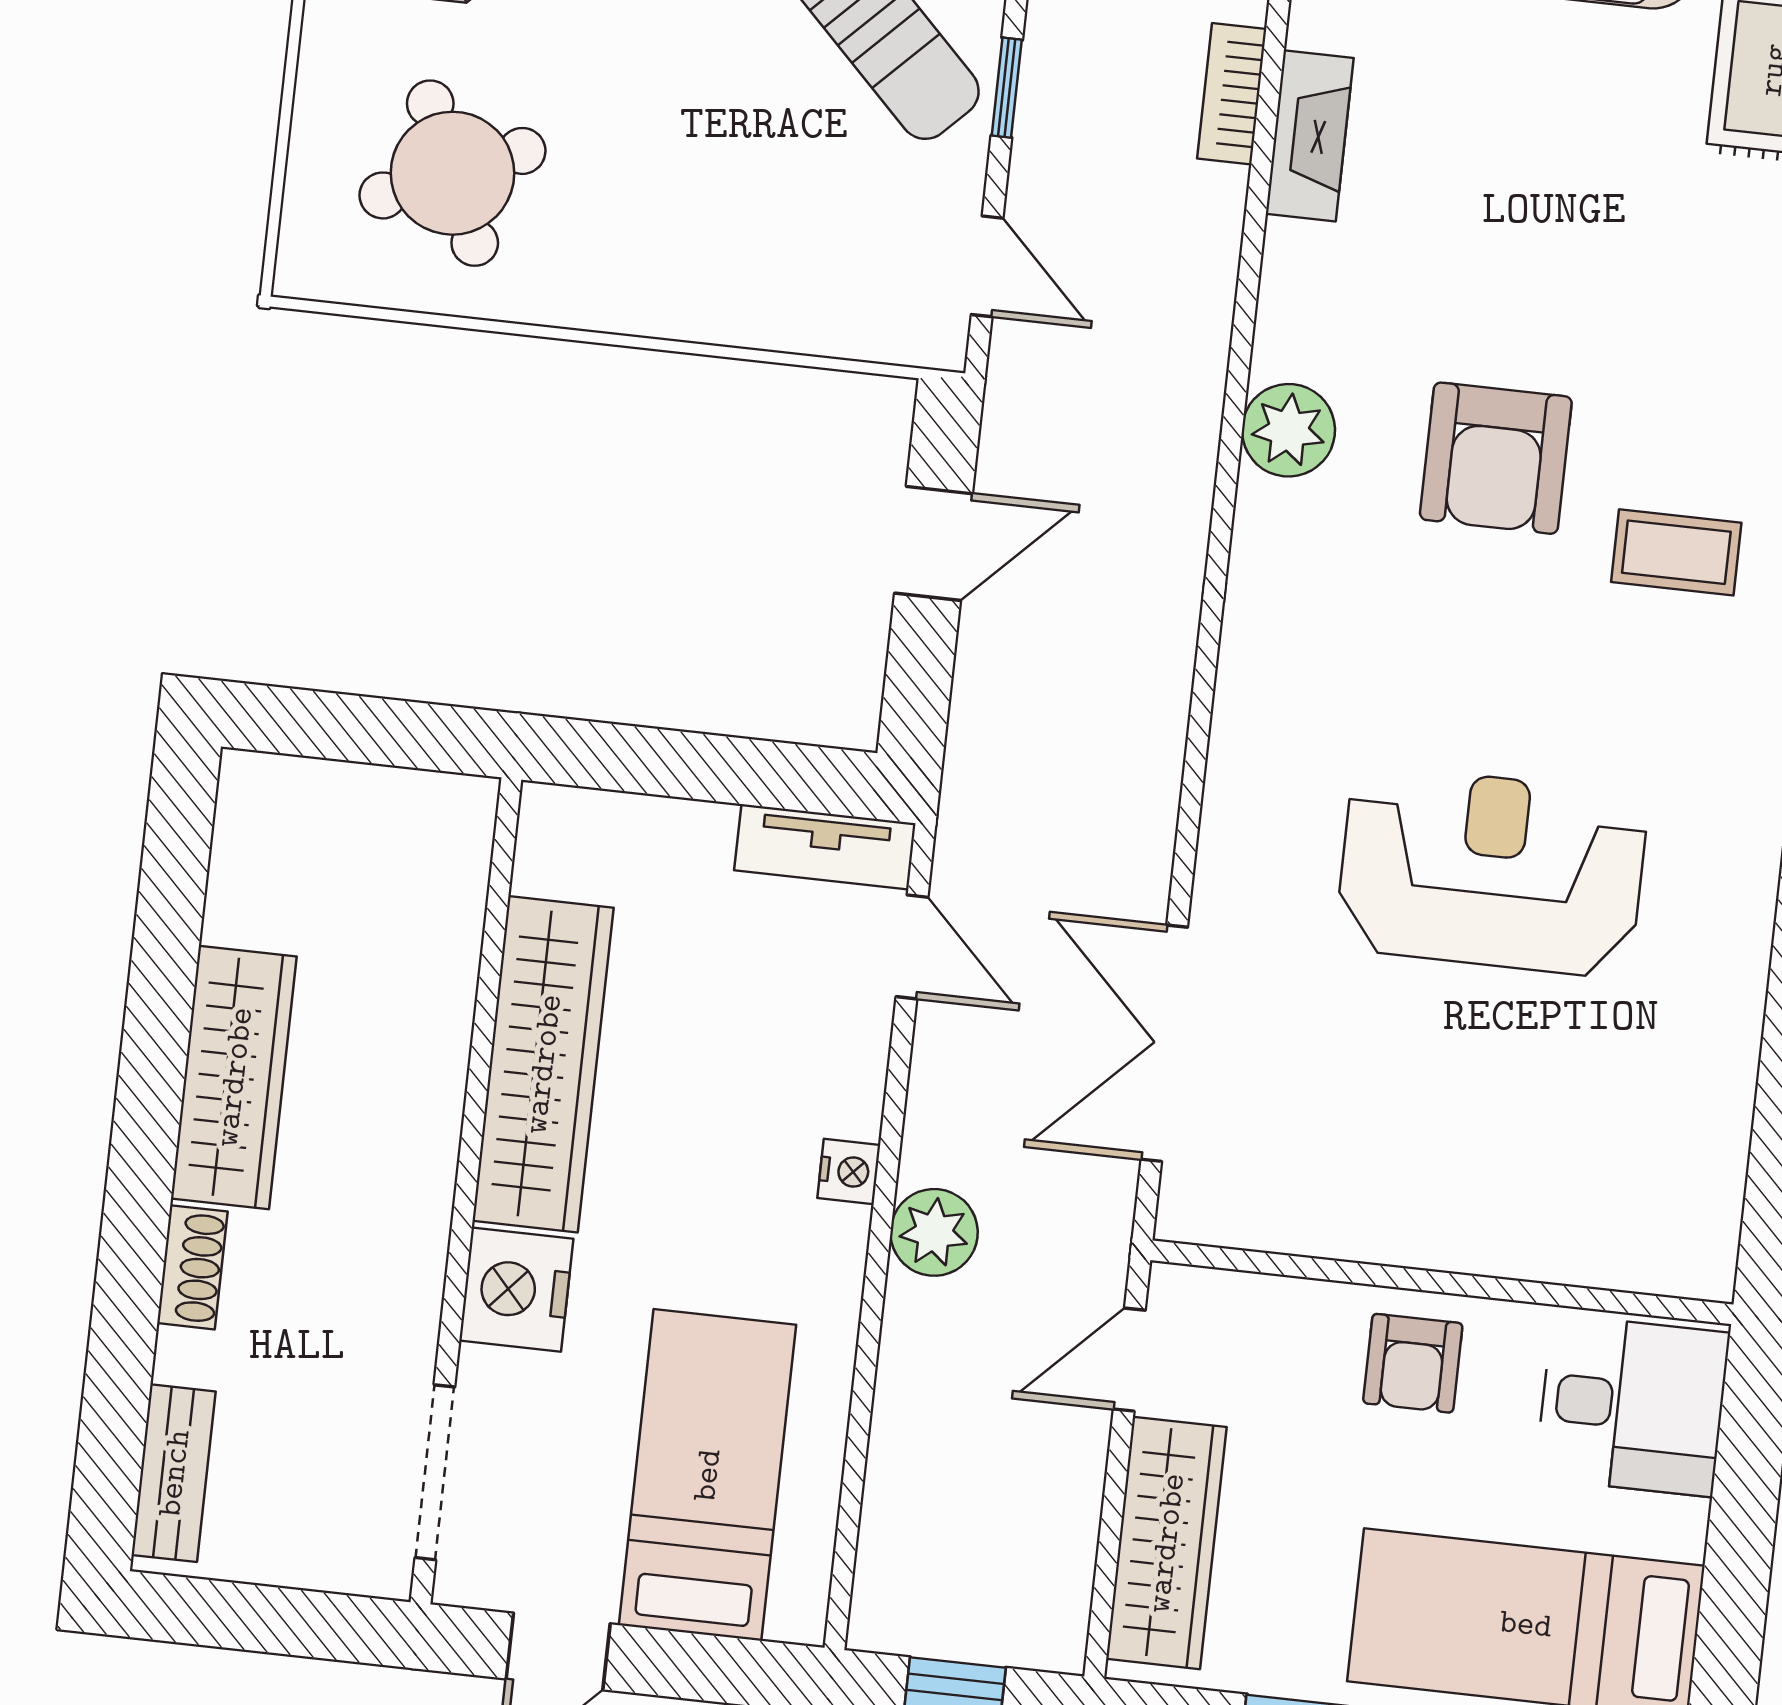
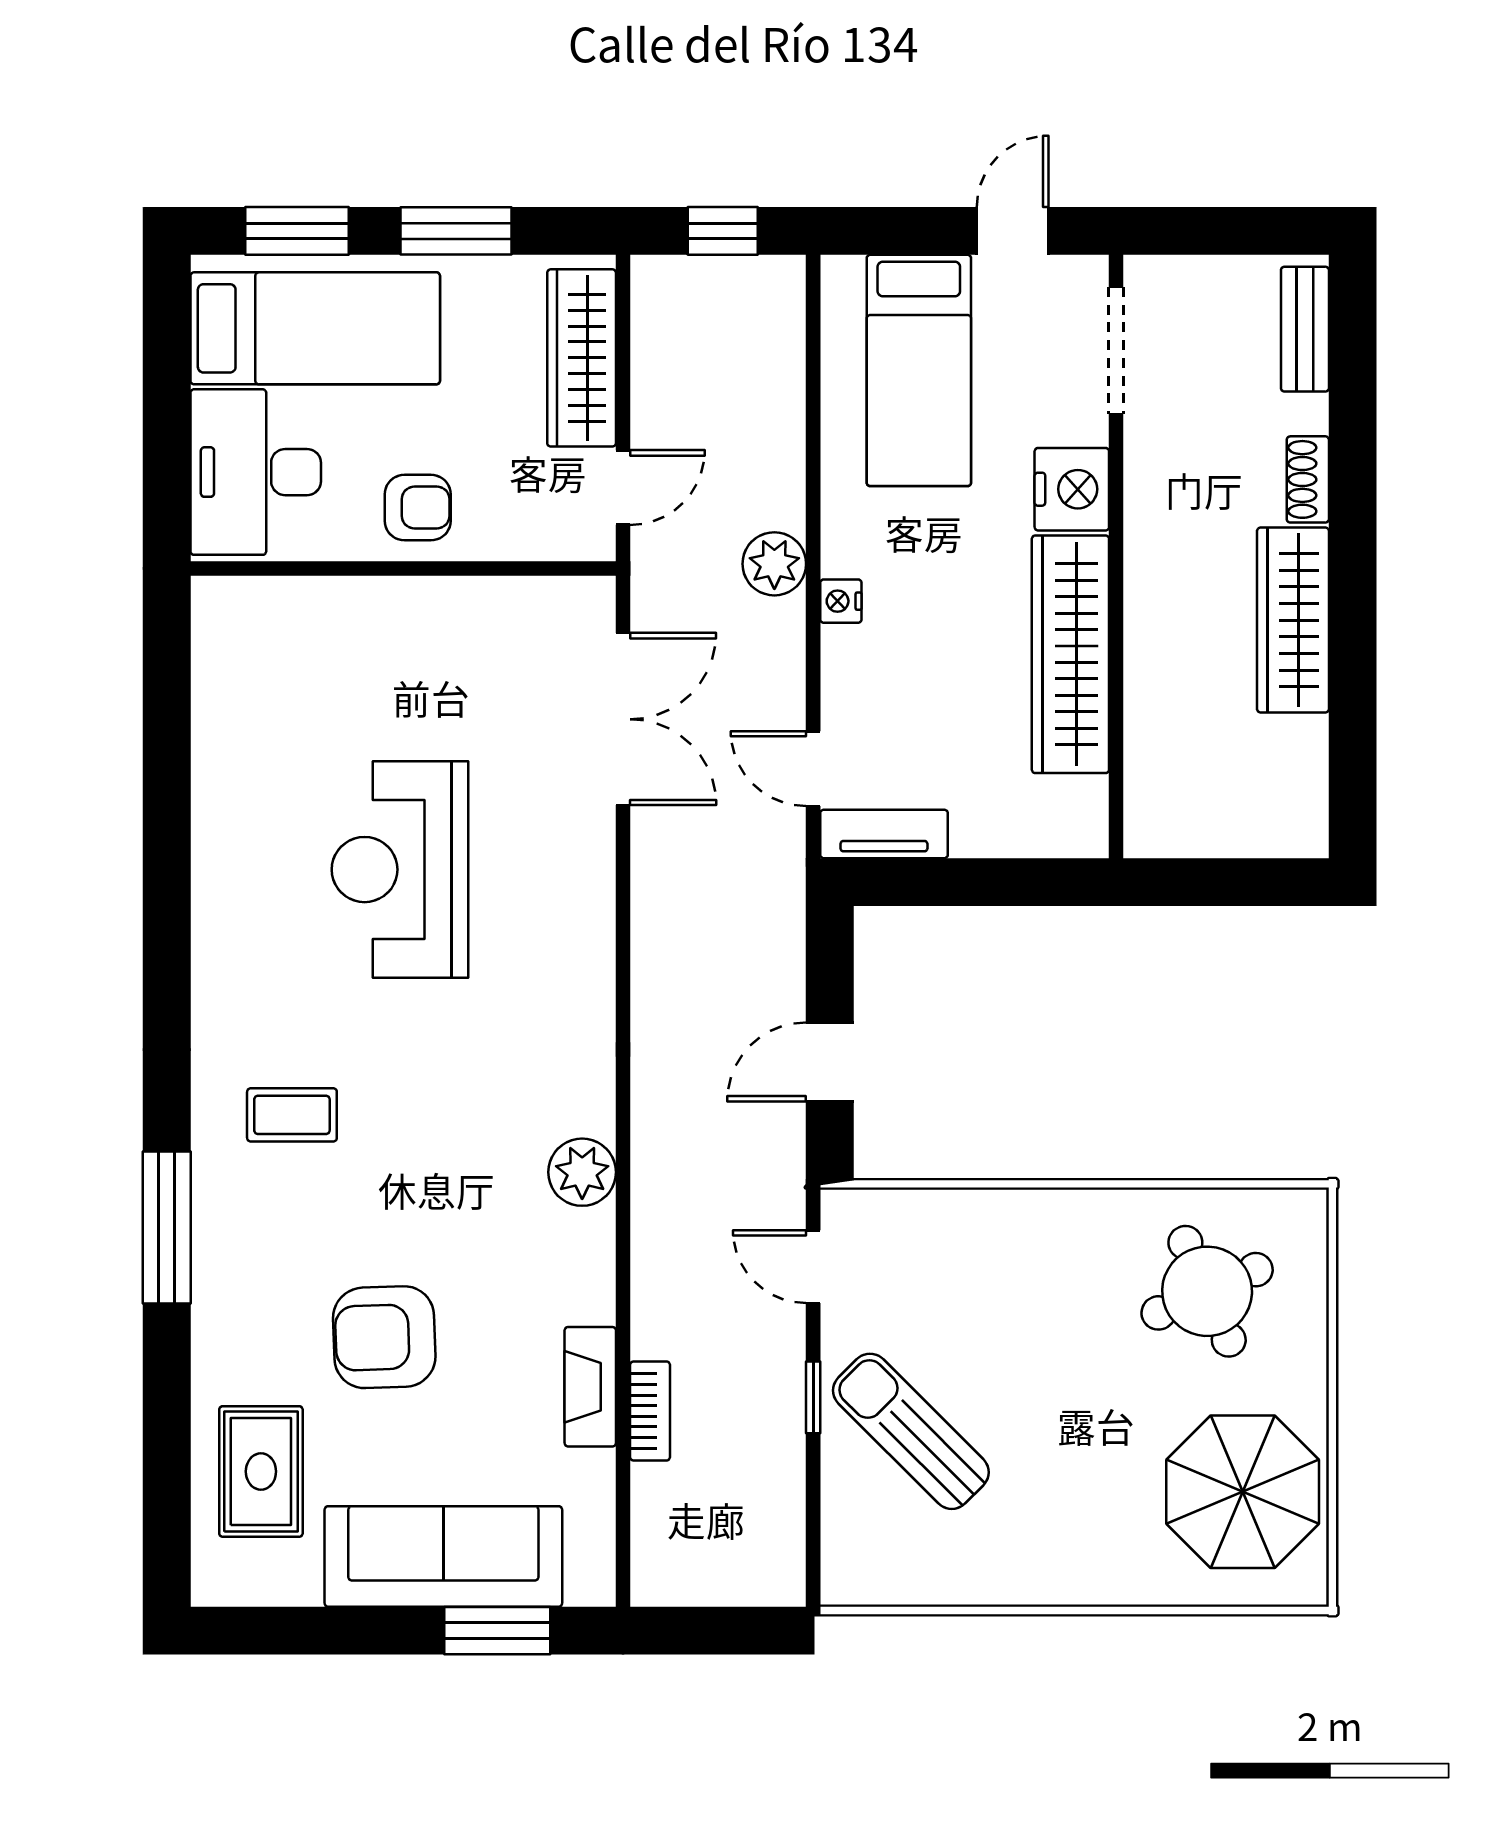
armchair: (1496, 458) -> (384, 1337), moved, turned -92
reception desk: (1492, 871) -> (400, 870), turned 90
armchair: (1413, 1363) -> (418, 508), turned 90
desk: (1632, 1405) -> (256, 472), width x1.37

